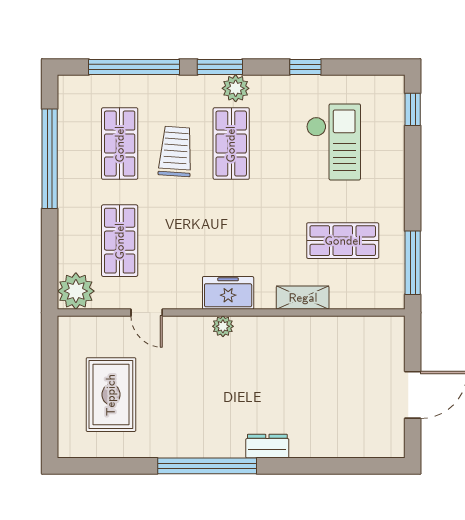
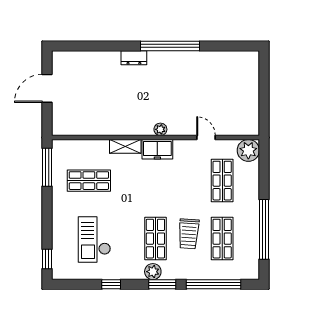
shelving: (303, 298) -> (125, 146), moved
rug: (111, 395) -> (227, 89), removed

